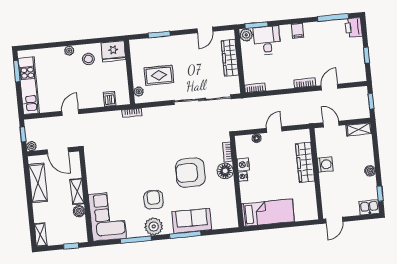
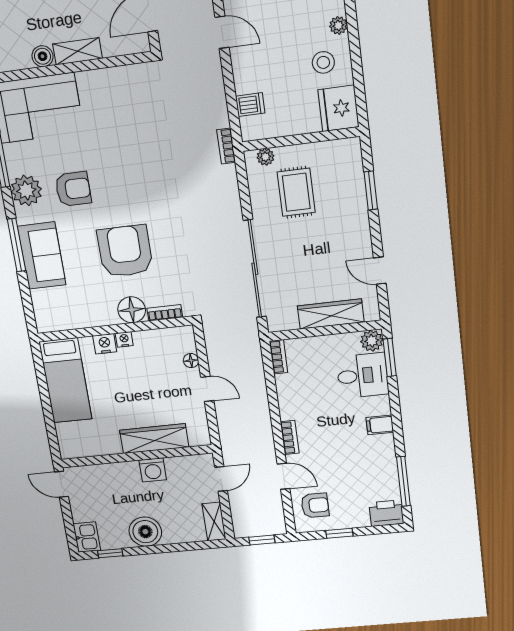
armchair: (348, 69) -> (315, 505), added
nightstand: (243, 164) -> (105, 344), moved
boiler: (370, 171) -> (145, 532), width x1.86, depth x1.86

